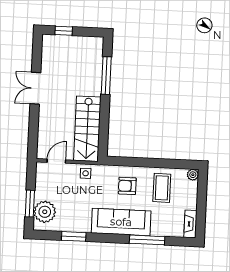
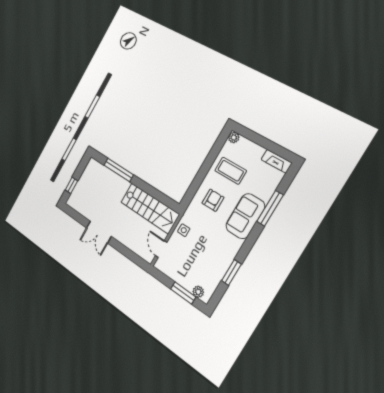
armchair: (127, 186) -> (213, 200), turned 180
plant: (45, 212) -> (198, 292), width x0.53, depth x0.53
sofa: (121, 222) -> (245, 216), width x0.73

